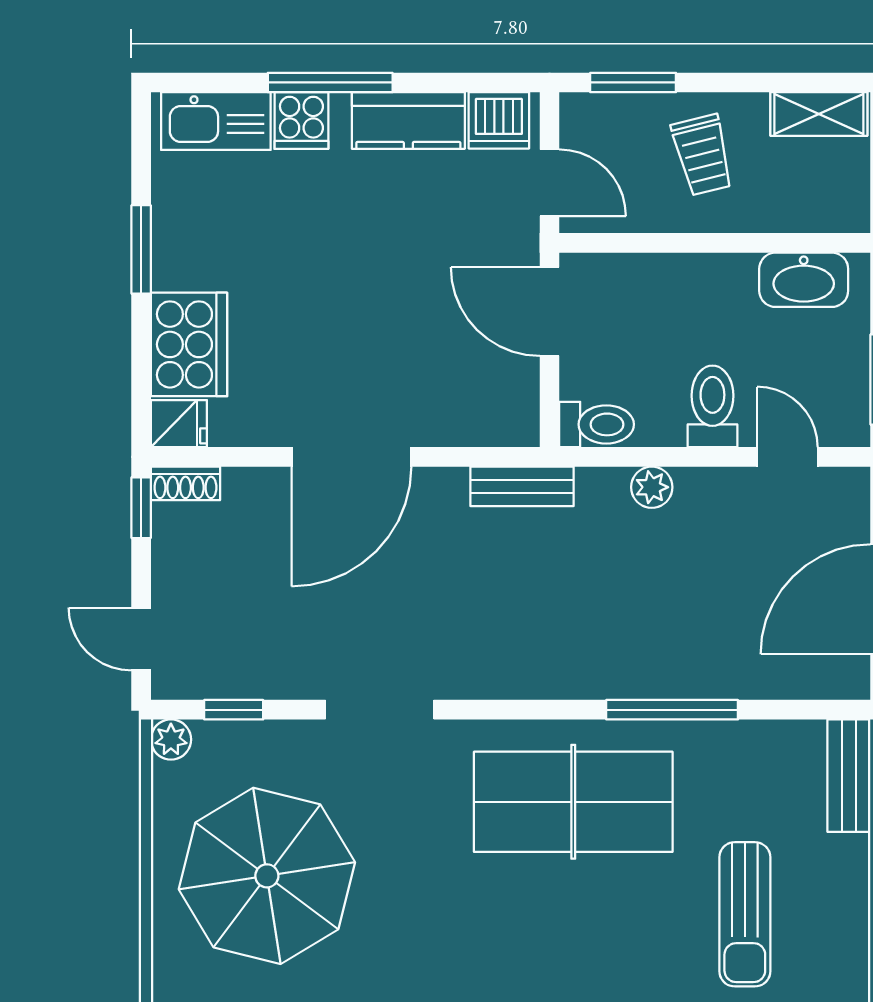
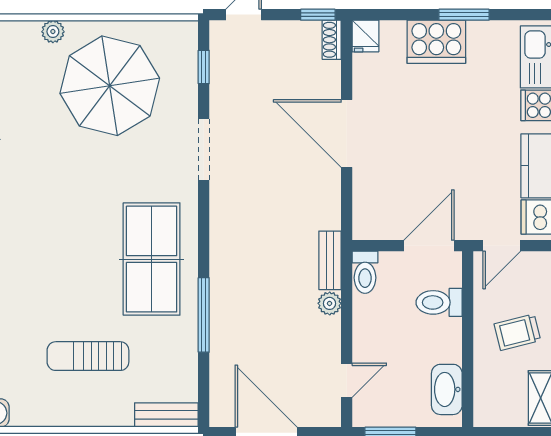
cooker: (189, 344) -> (436, 42), moved
toilet: (712, 406) -> (439, 302), moved, turned 180
bench: (522, 486) -> (330, 260), moved
plant: (171, 740) -> (53, 32), moved

